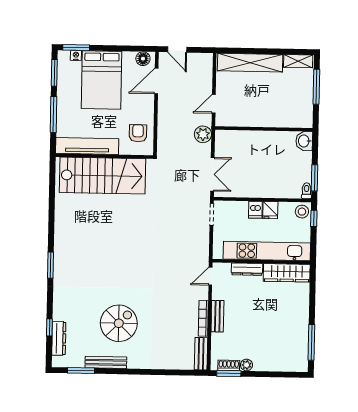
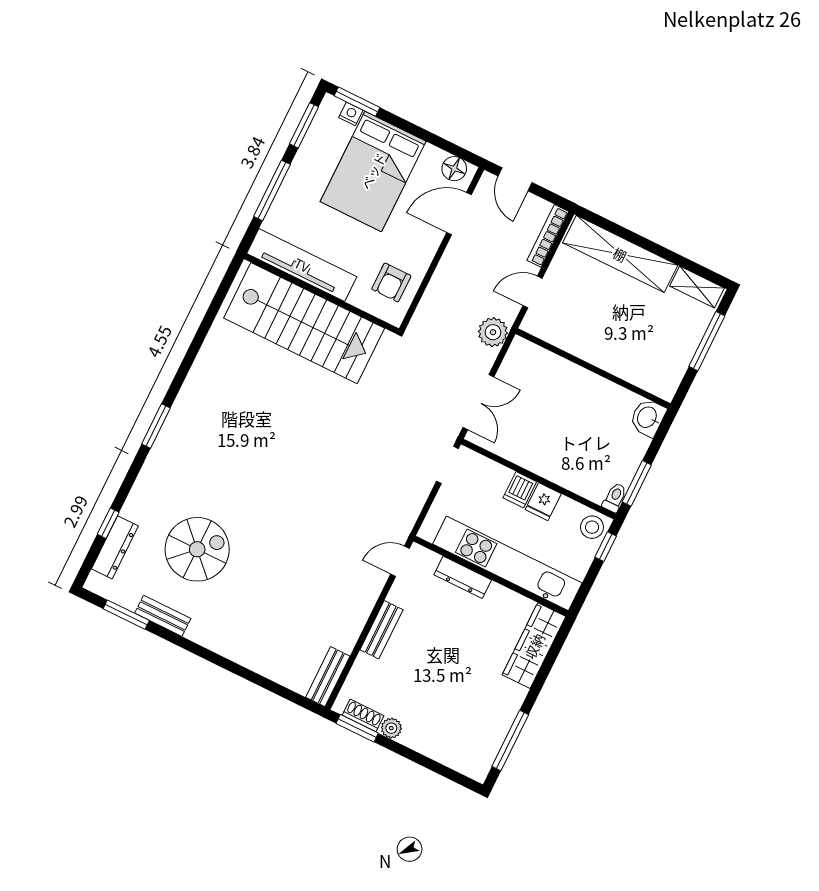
armchair: (138, 133) -> (391, 282), turned 180
wardrobe: (287, 273) -> (534, 646), moved, turned 90
bookcase: (203, 318) -> (548, 236), moved
spiral stairs: (119, 323) -> (197, 549), moved
bench: (106, 362) -> (163, 616), width x0.73

